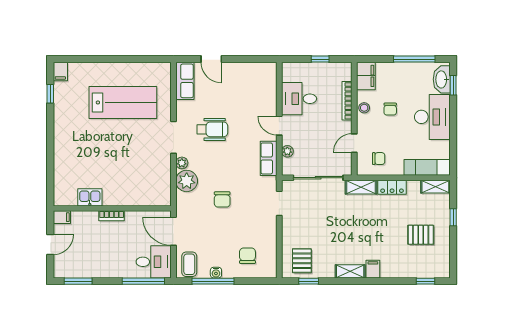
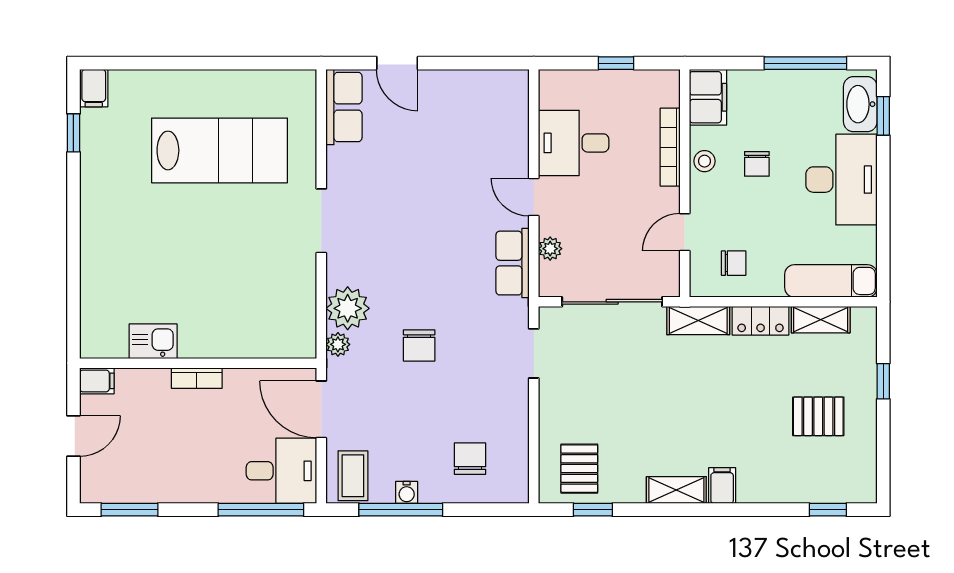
wheelchair: (212, 129) -> (399, 205), removed
plant: (182, 163) -> (338, 344), moved
shelving: (435, 187) -> (821, 320), moved

